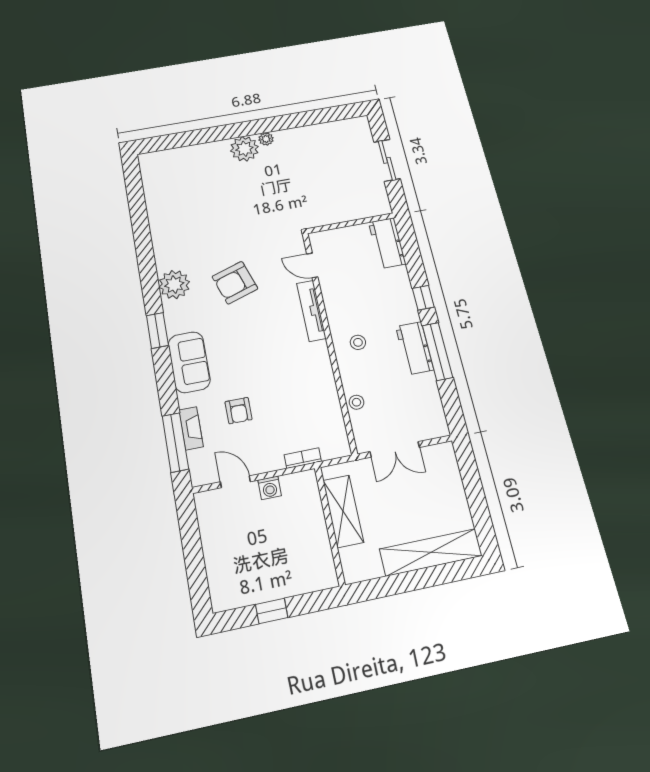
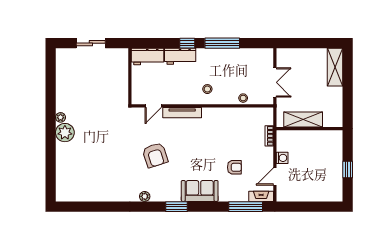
plant: (174, 285) -> (145, 196), width x0.53, depth x0.53
workbench: (415, 348) -> (180, 56), moved
fireplace: (191, 428) -> (261, 196), moved
shelving: (431, 552) -> (335, 67), width x0.68

